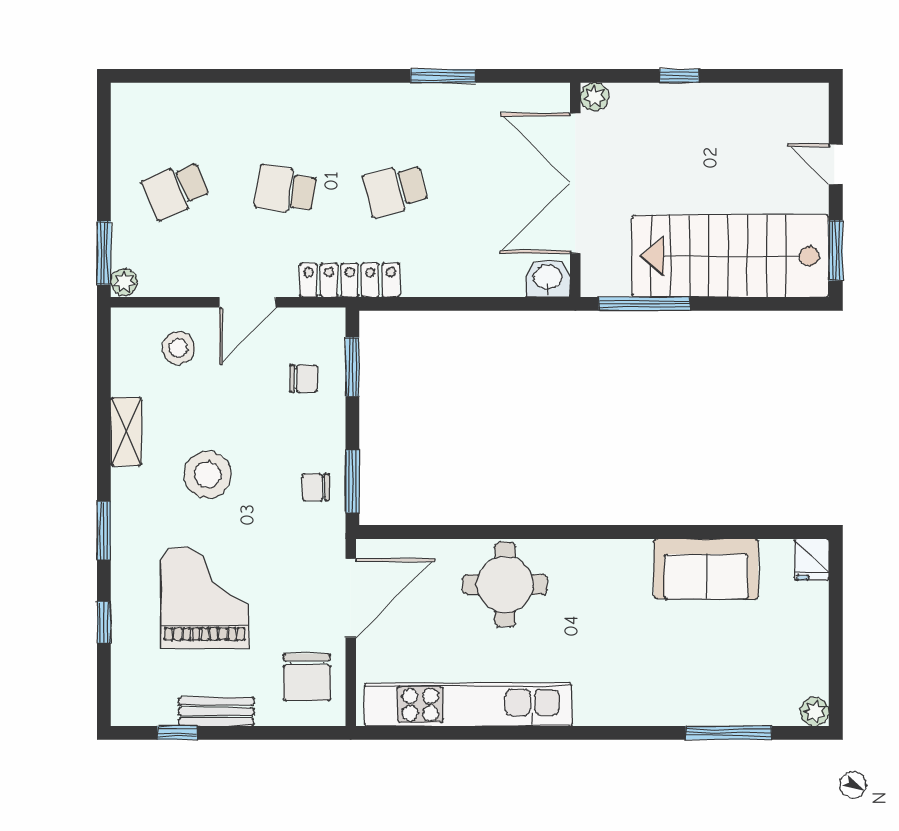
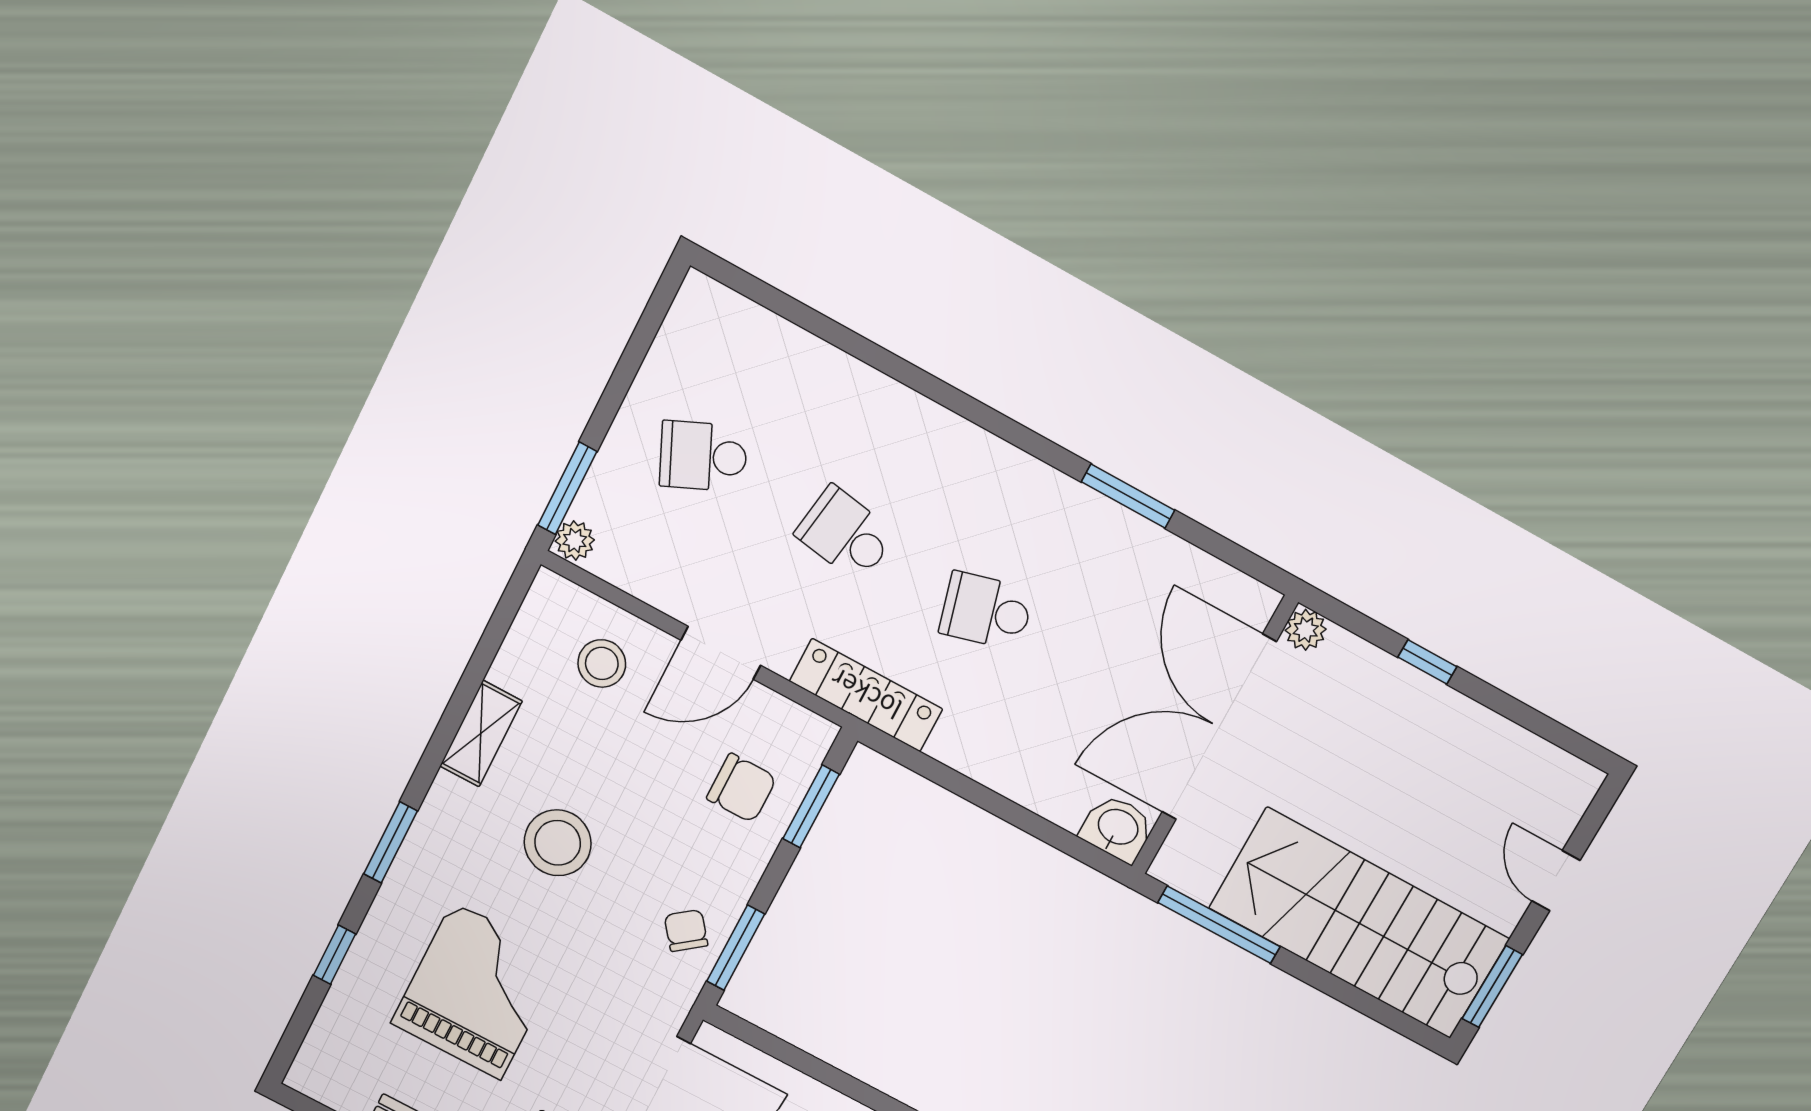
chair: (304, 379) -> (742, 788), width x1.37, depth x1.37
chair: (316, 487) -> (686, 931), turned 52

